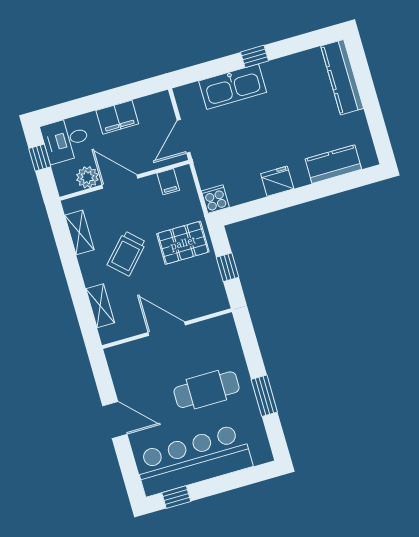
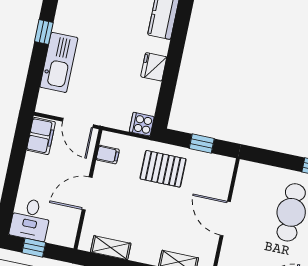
filing cabinet: (117, 117) -> (41, 136), moved
plant: (87, 177) -> (70, 218), removed
pallet: (183, 243) -> (163, 169), turned 90
trolley: (127, 253) -> (148, 218), removed
door: (167, 329) -> (225, 218), hinge flipped

